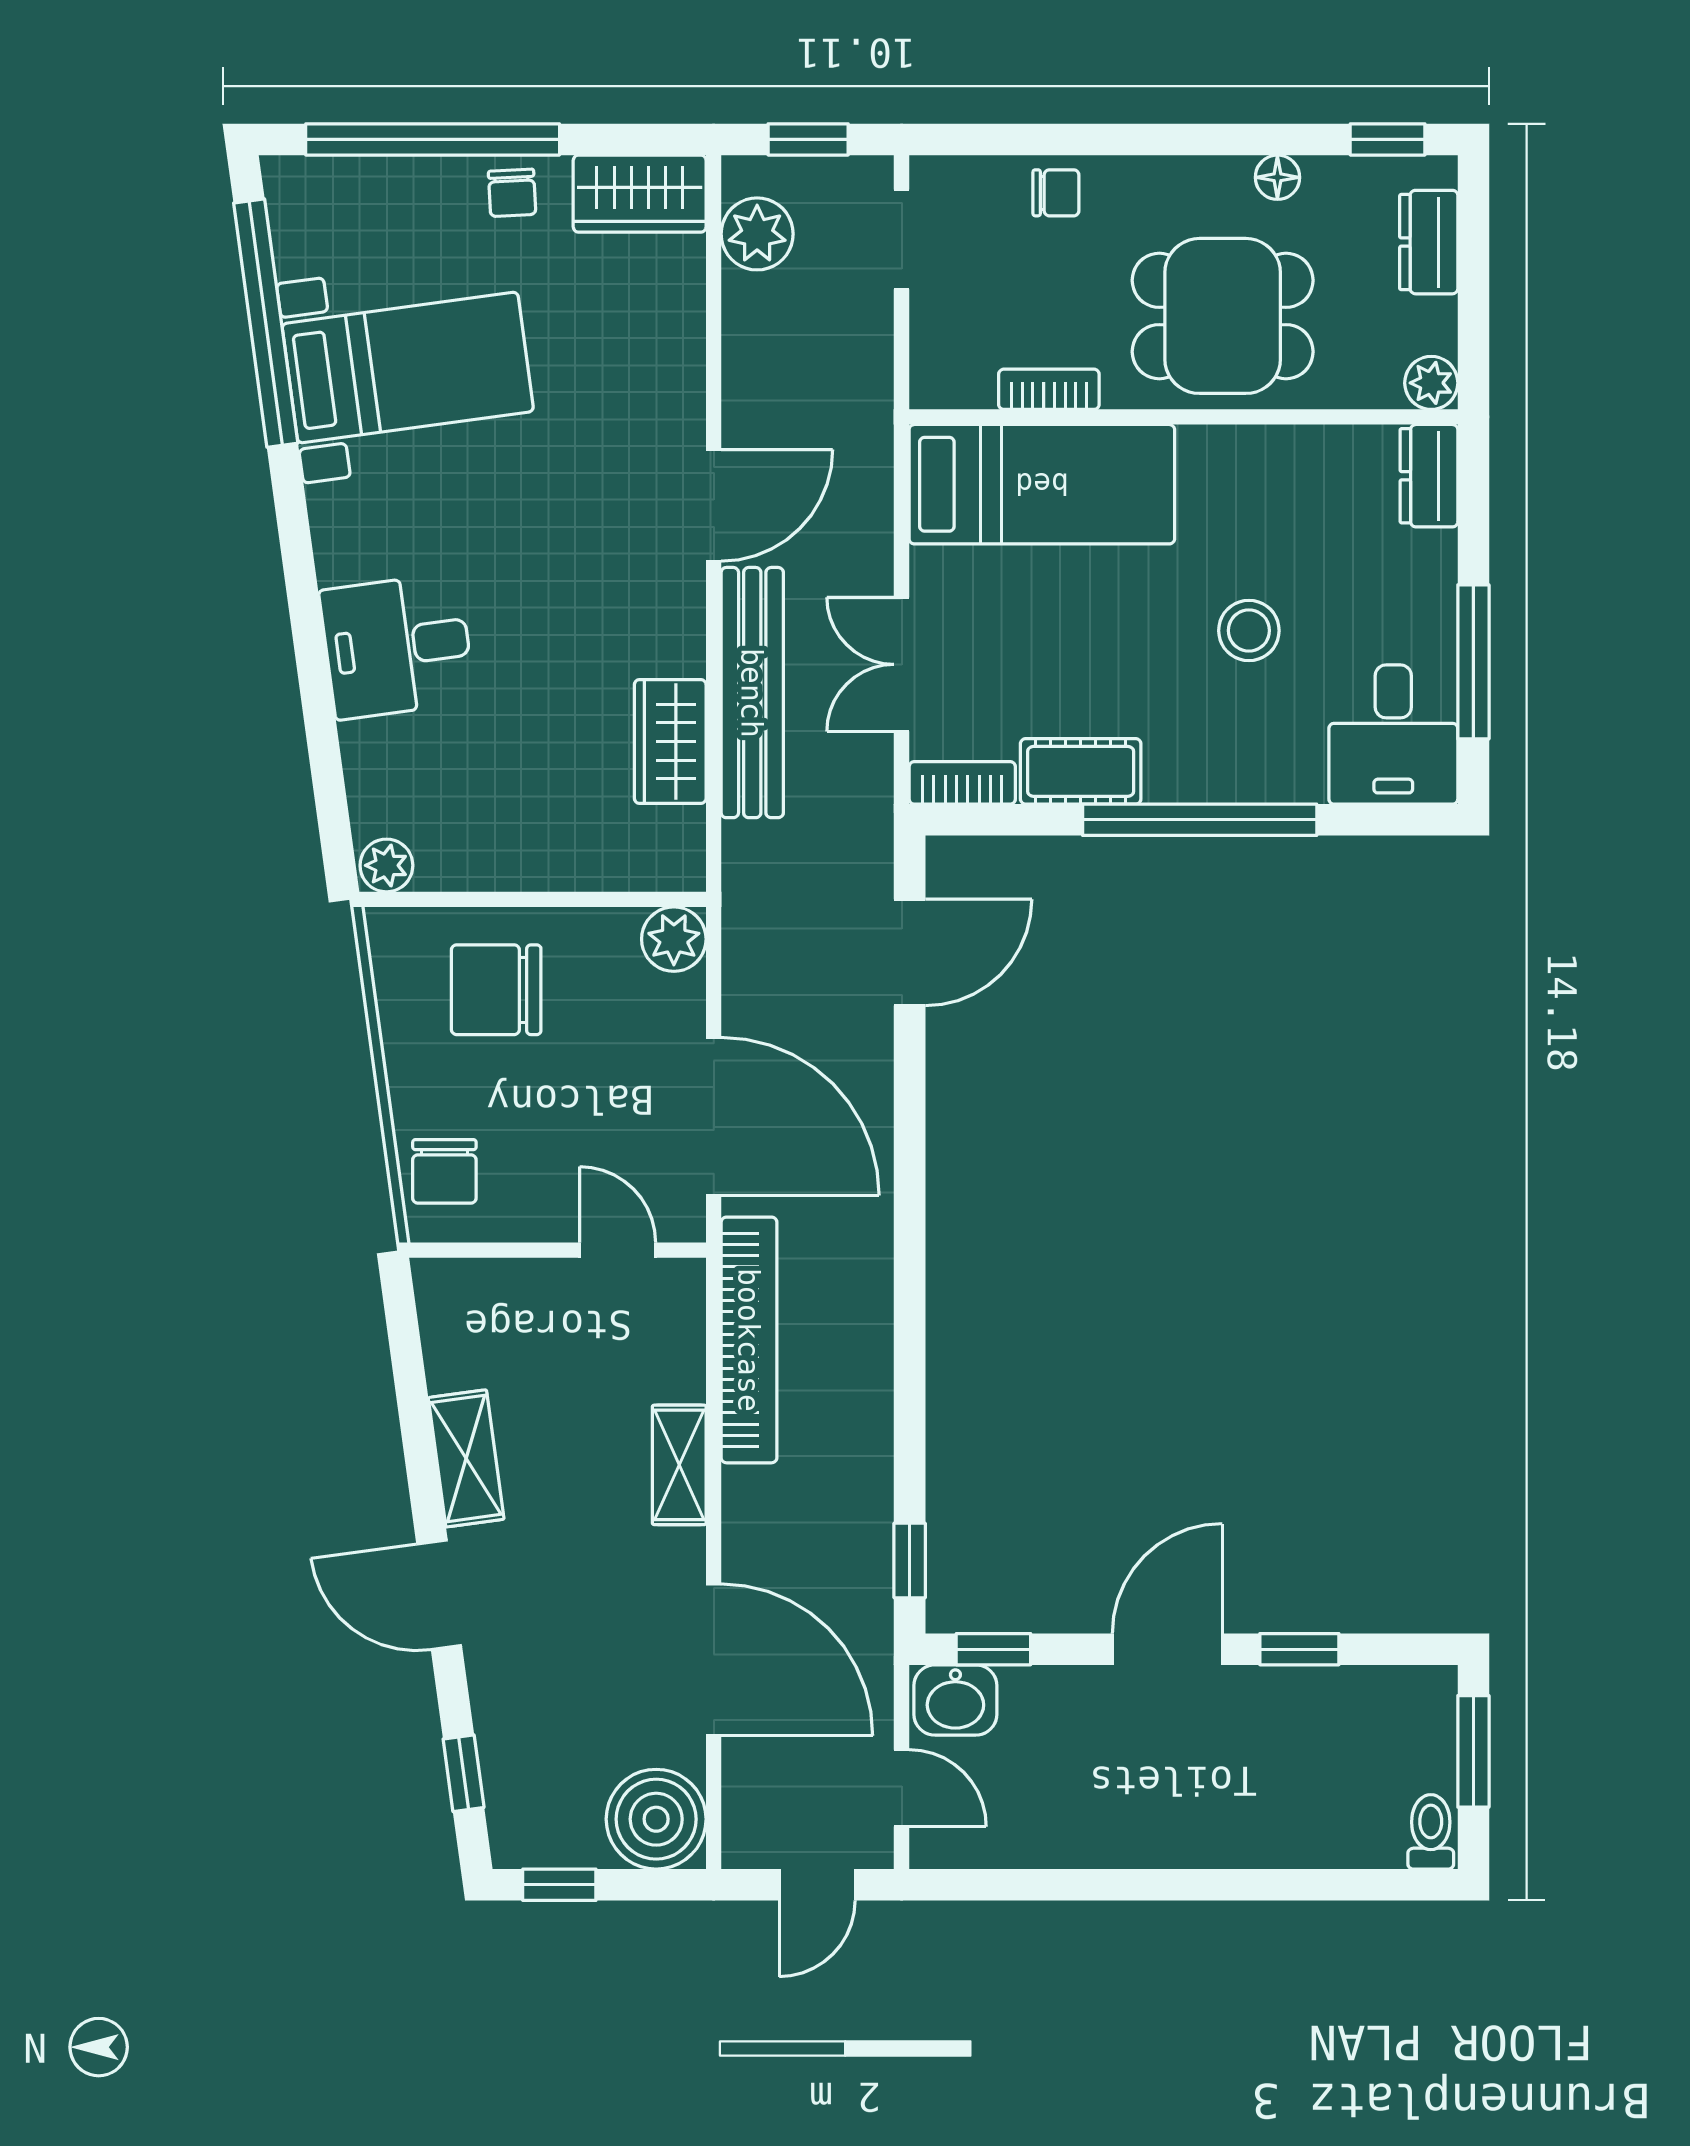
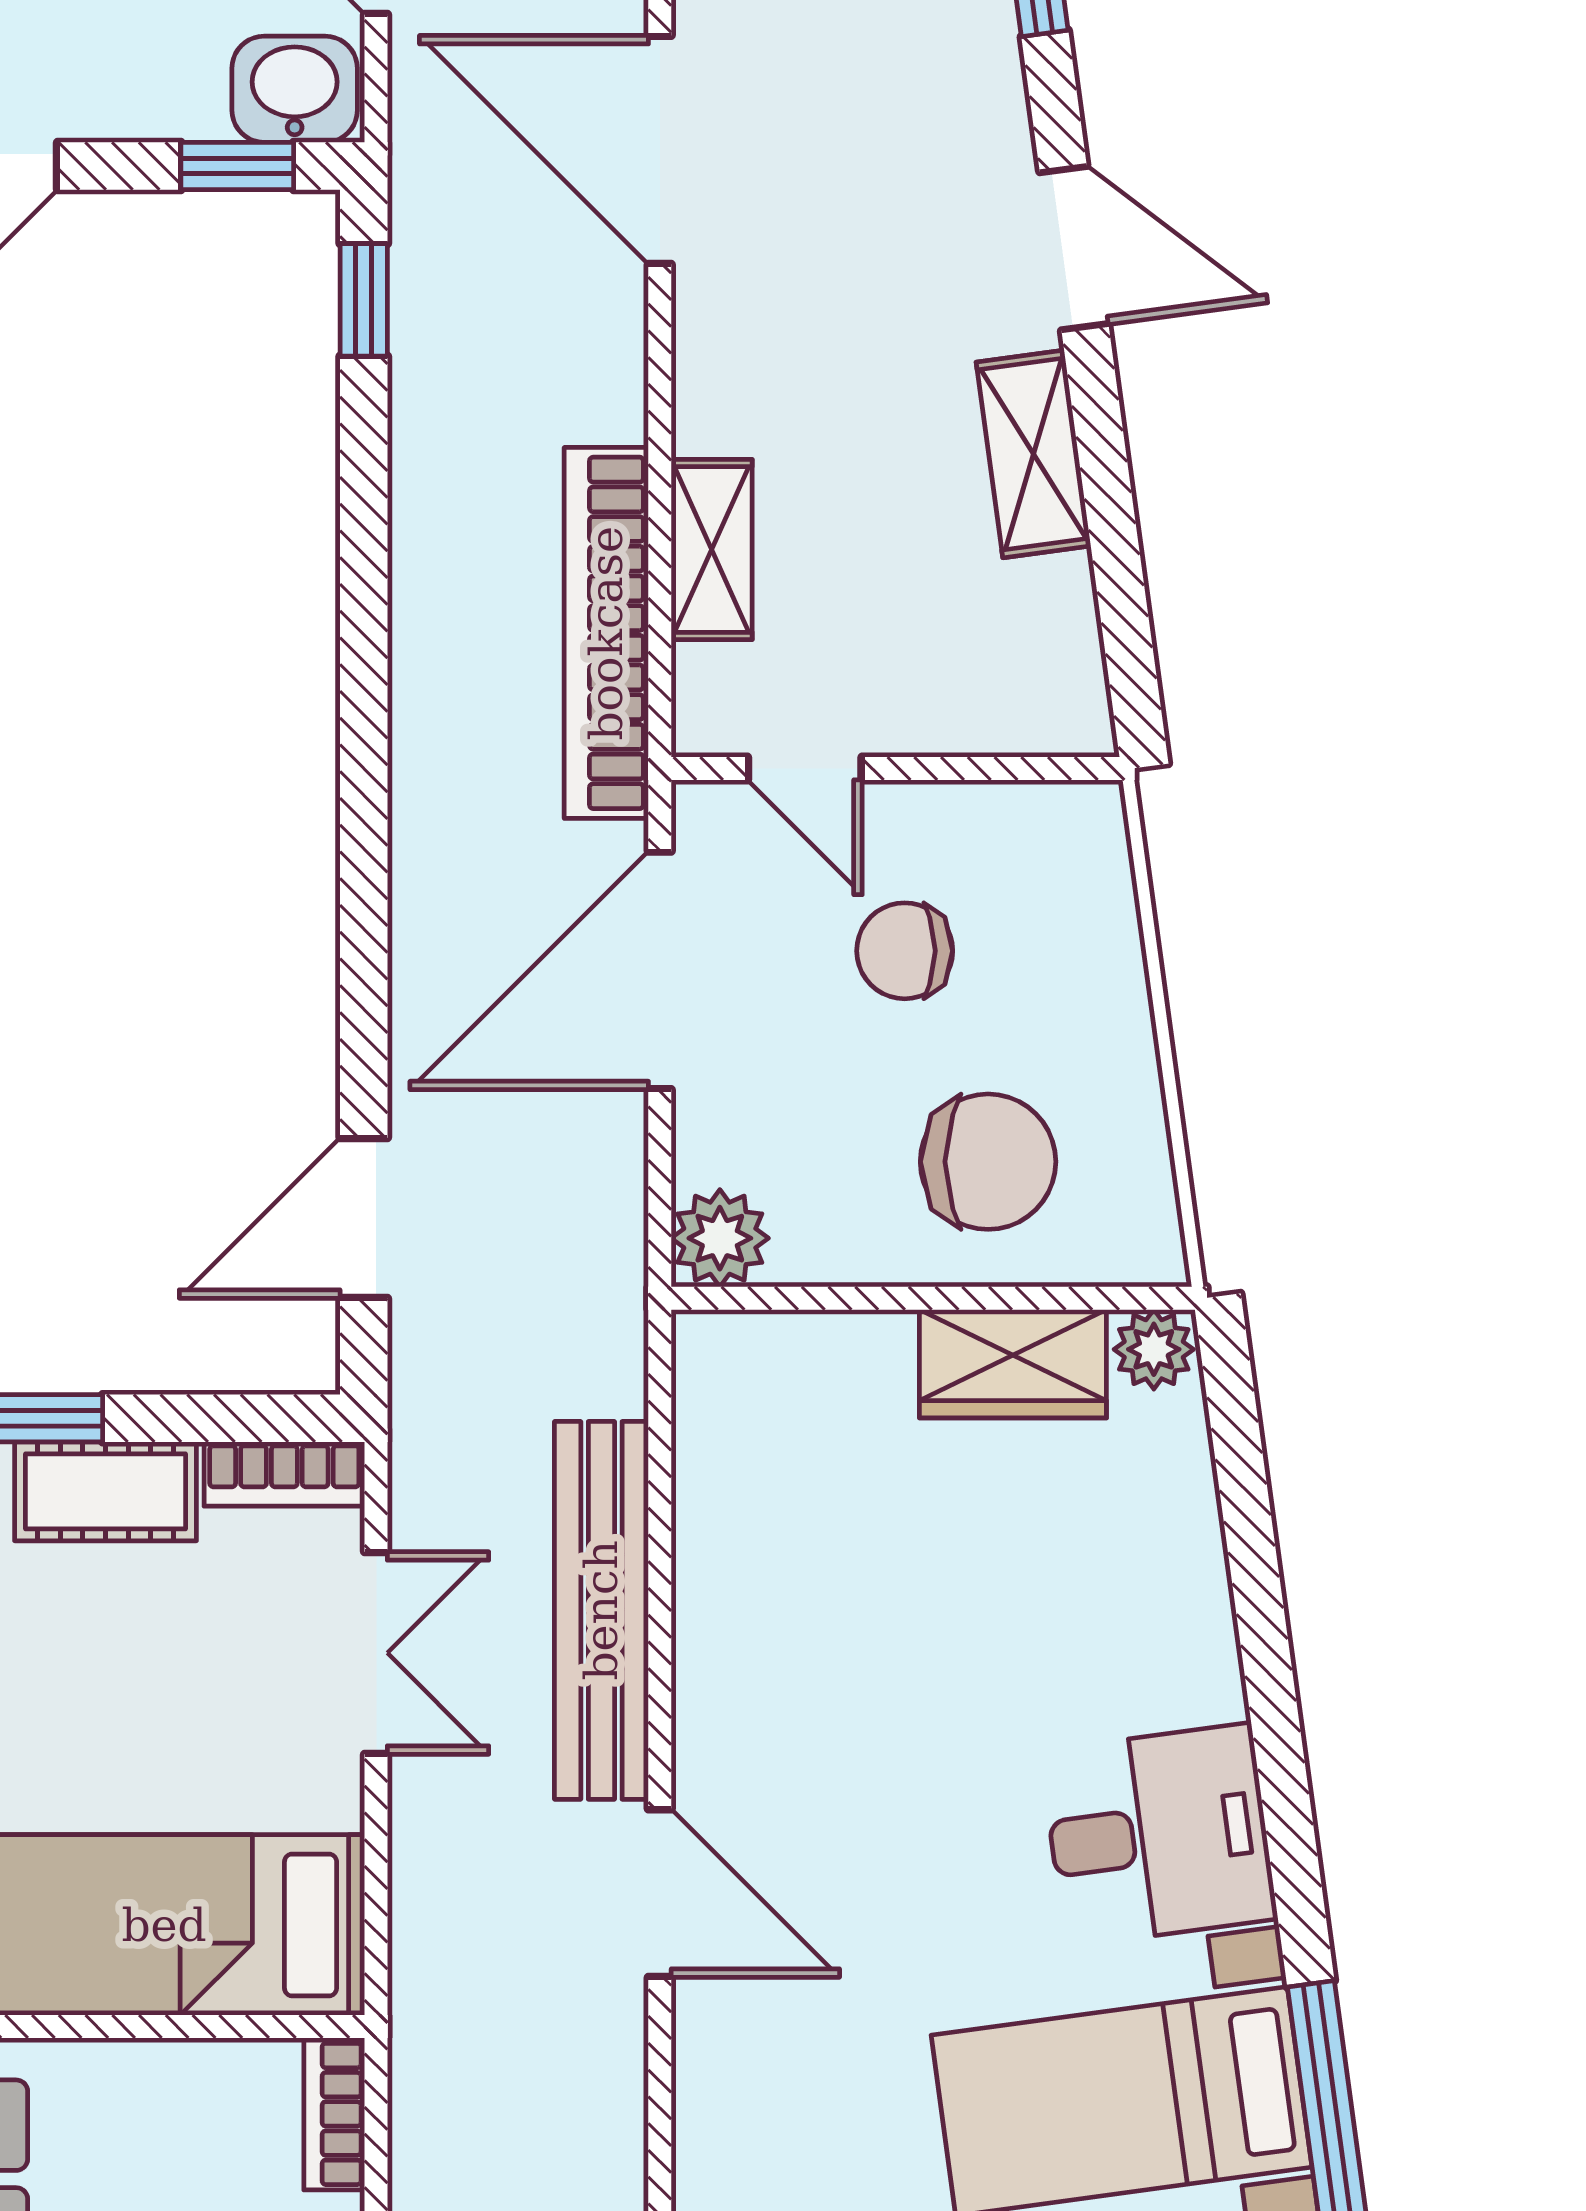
bookcase: (1049, 389) -> (334, 2114), moved, turned 90
door: (714, 505) -> (660, 1893), swing flipped
desk: (397, 646) -> (1159, 1835), moved
wardrobe: (670, 742) -> (1013, 1364), moved, turned 90
door: (714, 1116) -> (660, 970), hinge flipped
chair: (444, 1171) -> (905, 951), moved, turned -90
shelving: (679, 1465) -> (712, 549), moved

